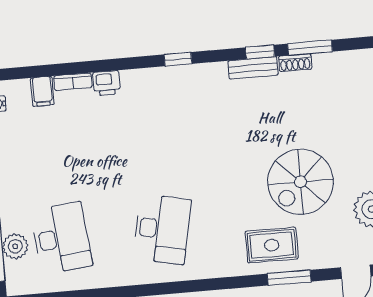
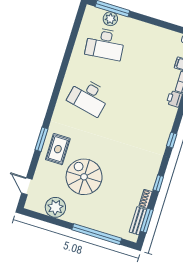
window: (310, 48) -> (147, 220), moved
bench: (253, 68) -> (138, 221), moved
window: (289, 278) -> (41, 139), moved

